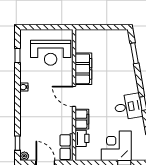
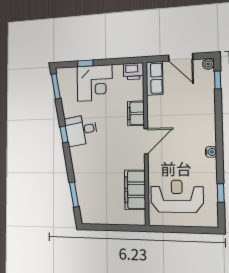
filing cabinet: (83, 69) -> (135, 190), moved
door: (74, 96) -> (146, 141), hinge flipped
printer: (82, 138) -> (134, 71), moved, turned -90

